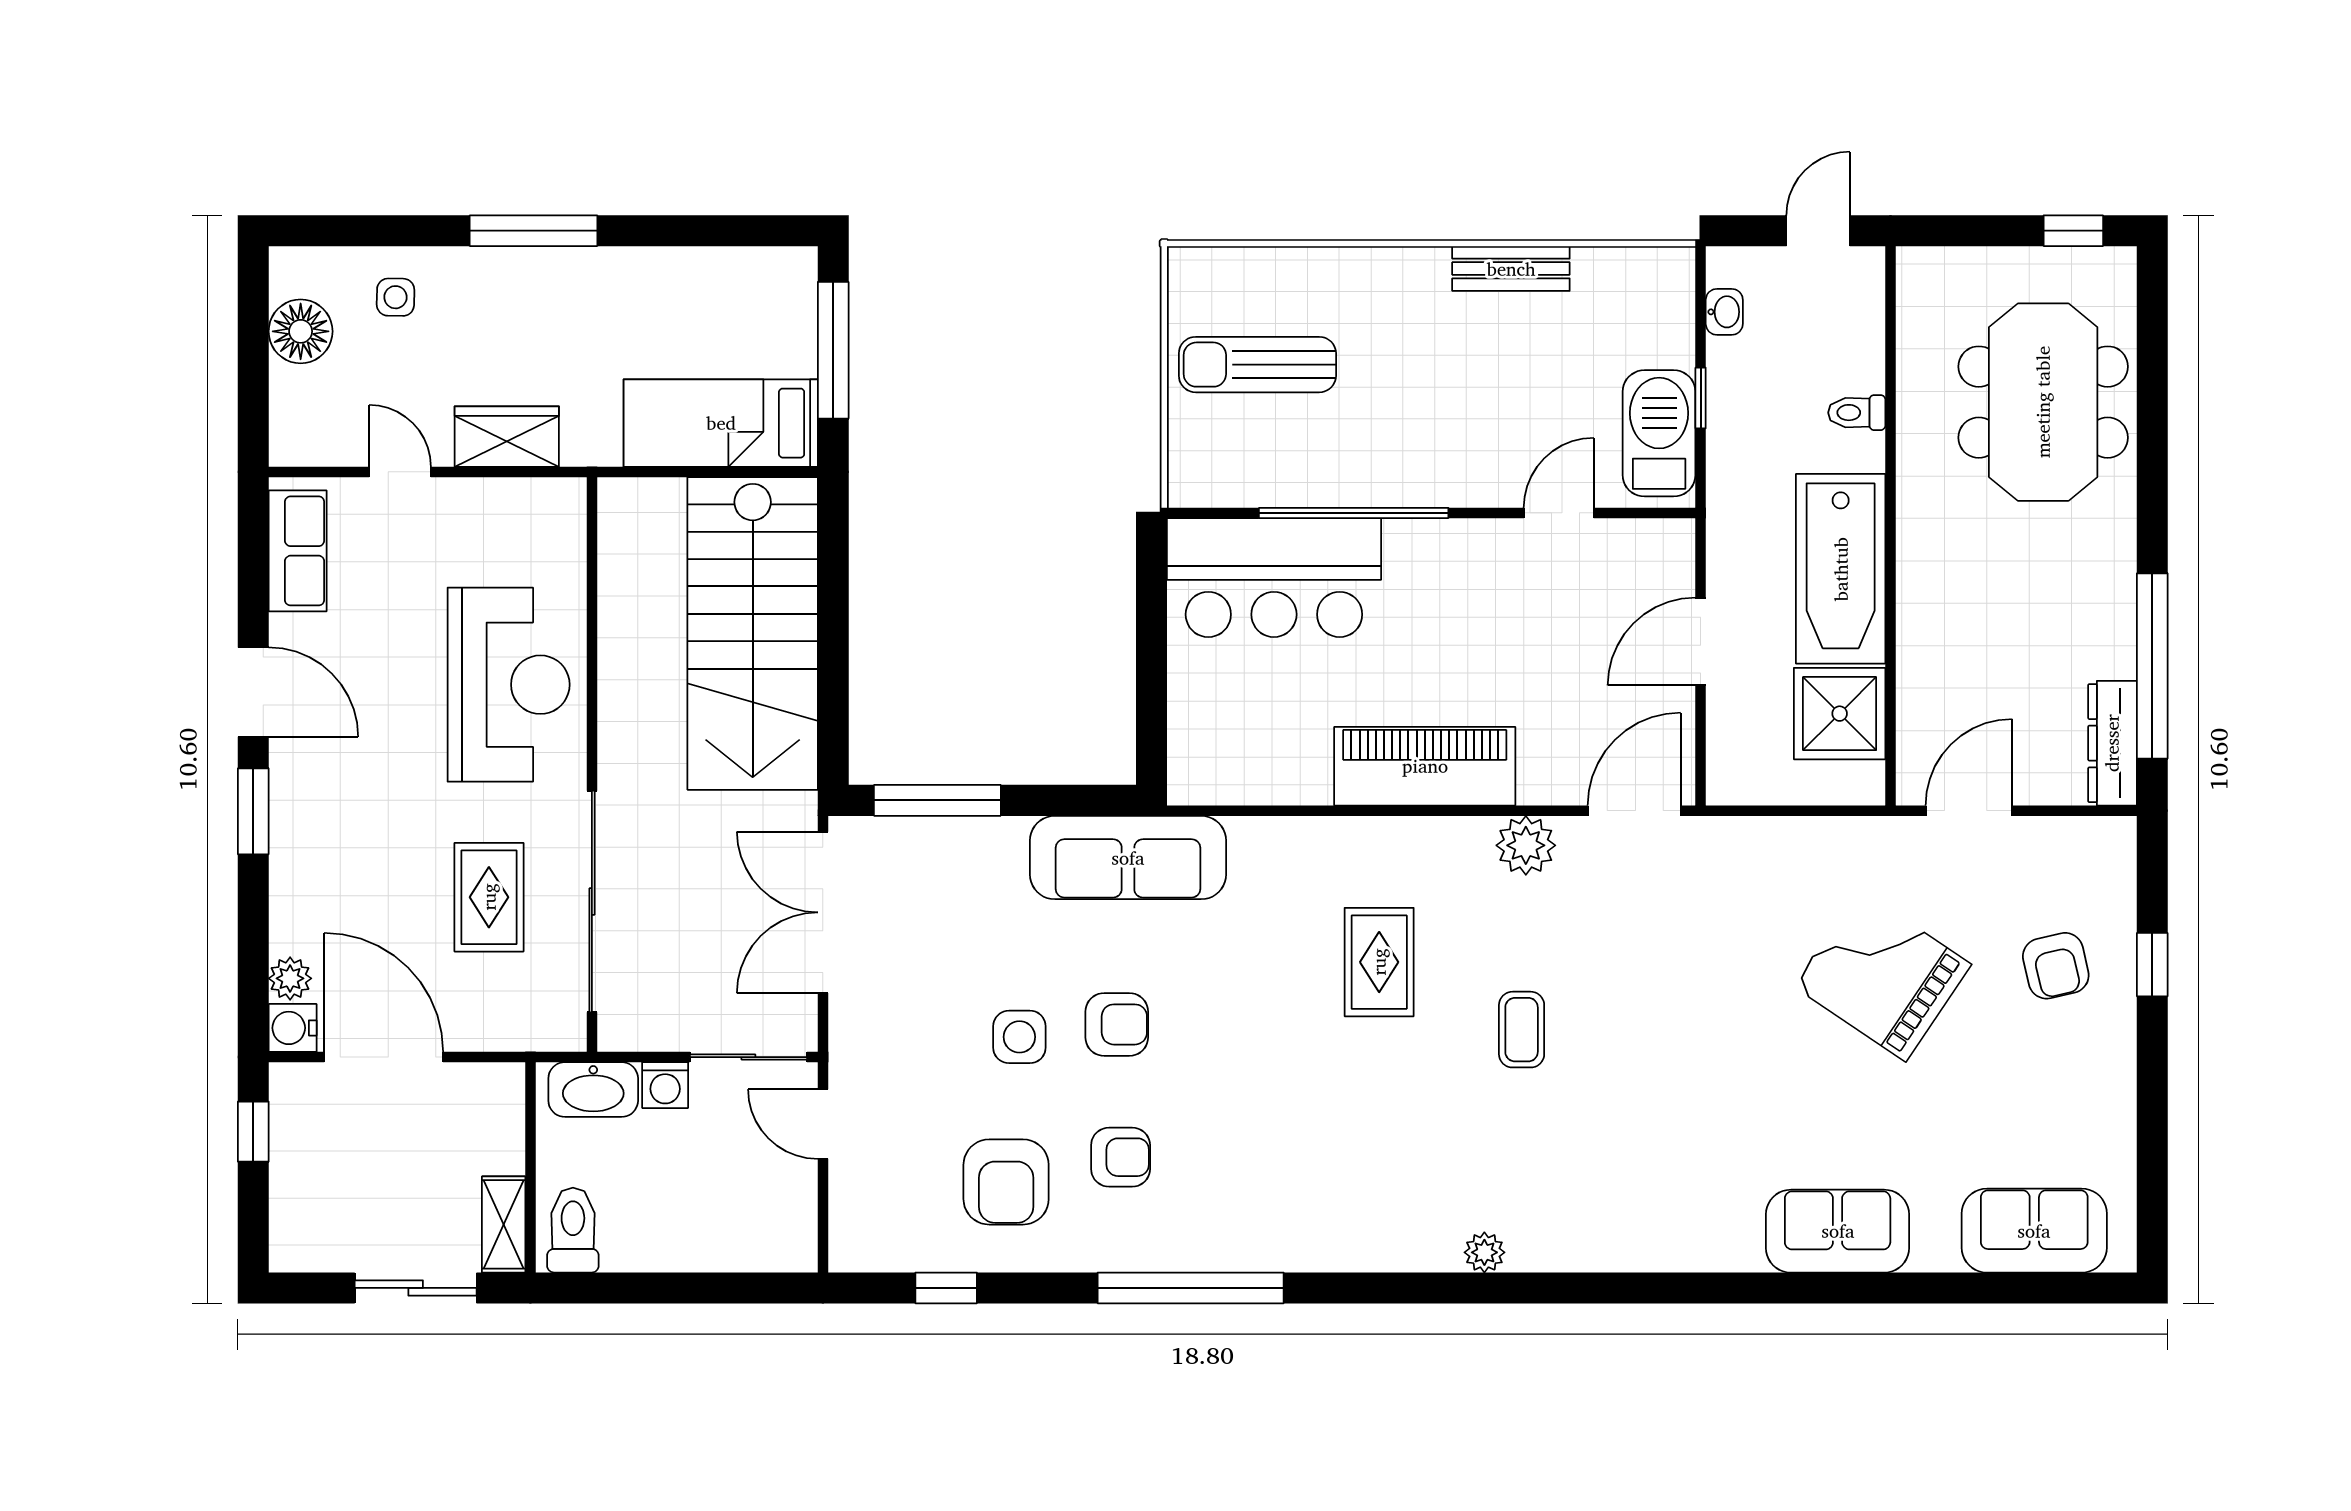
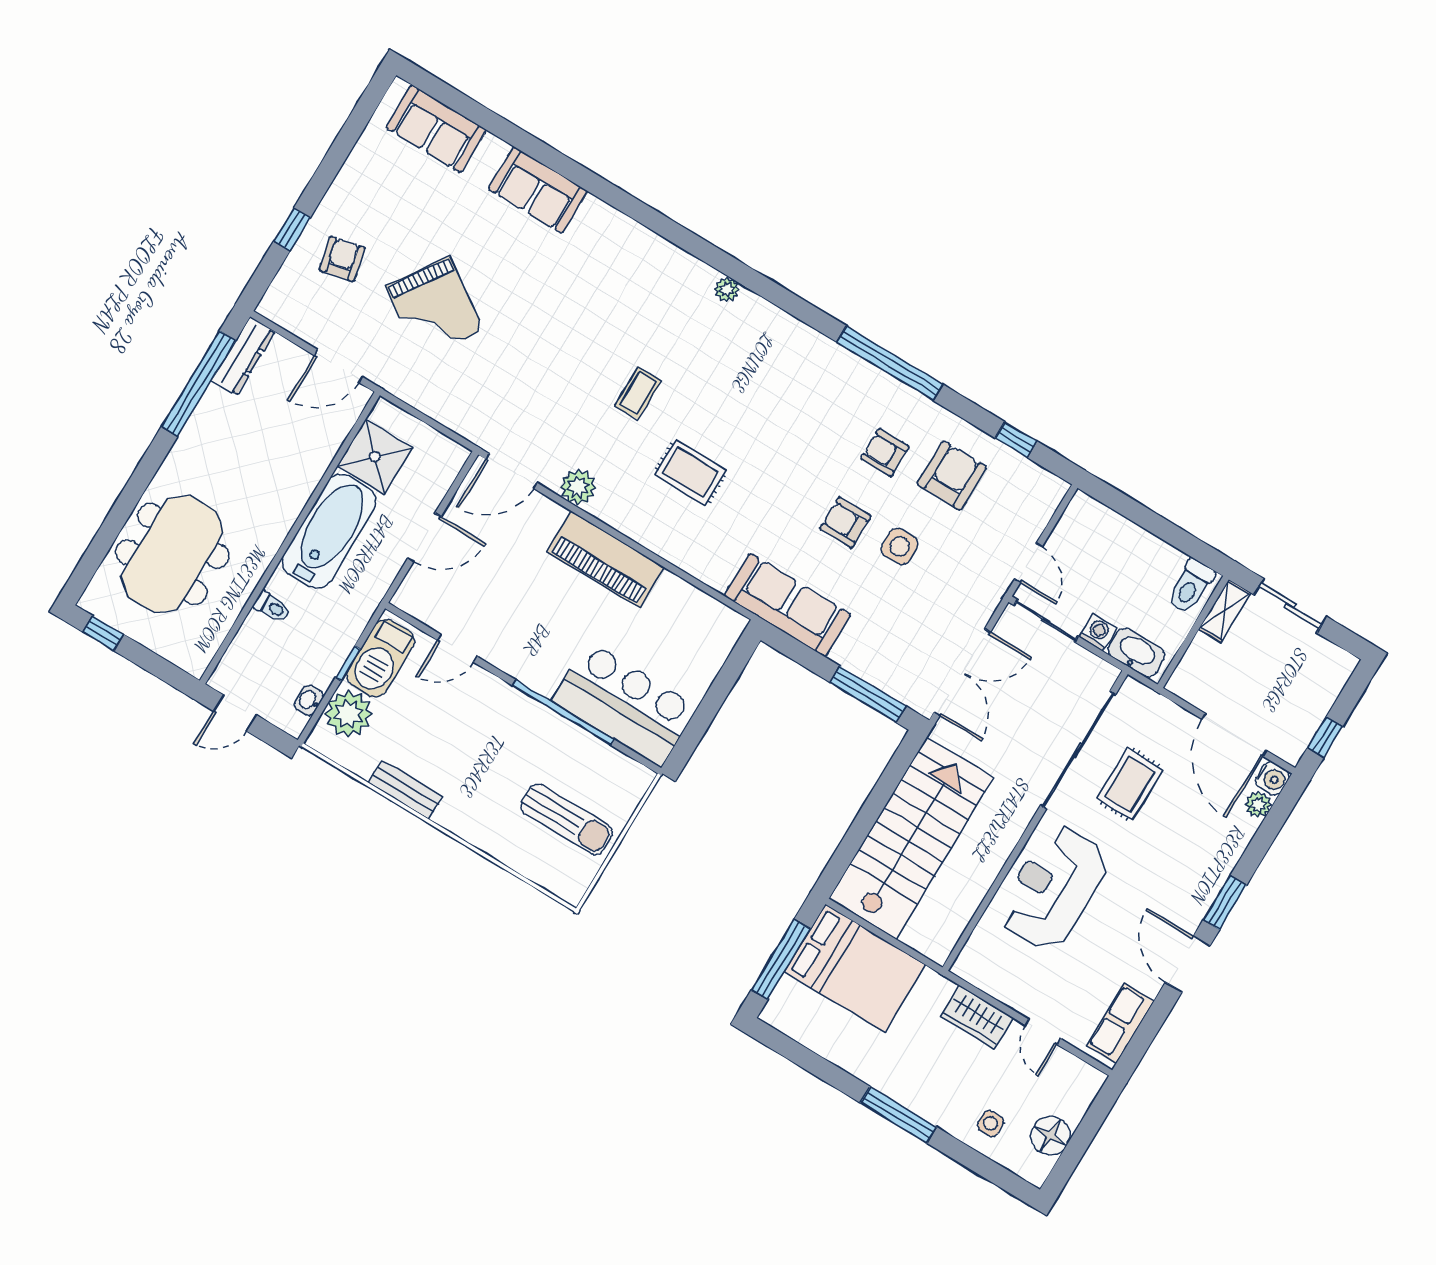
plant: (1657, 327) -> (349, 714), added
bed: (721, 423) -> (855, 968), width x1.50
rug: (1379, 962) -> (690, 472), turned 90

